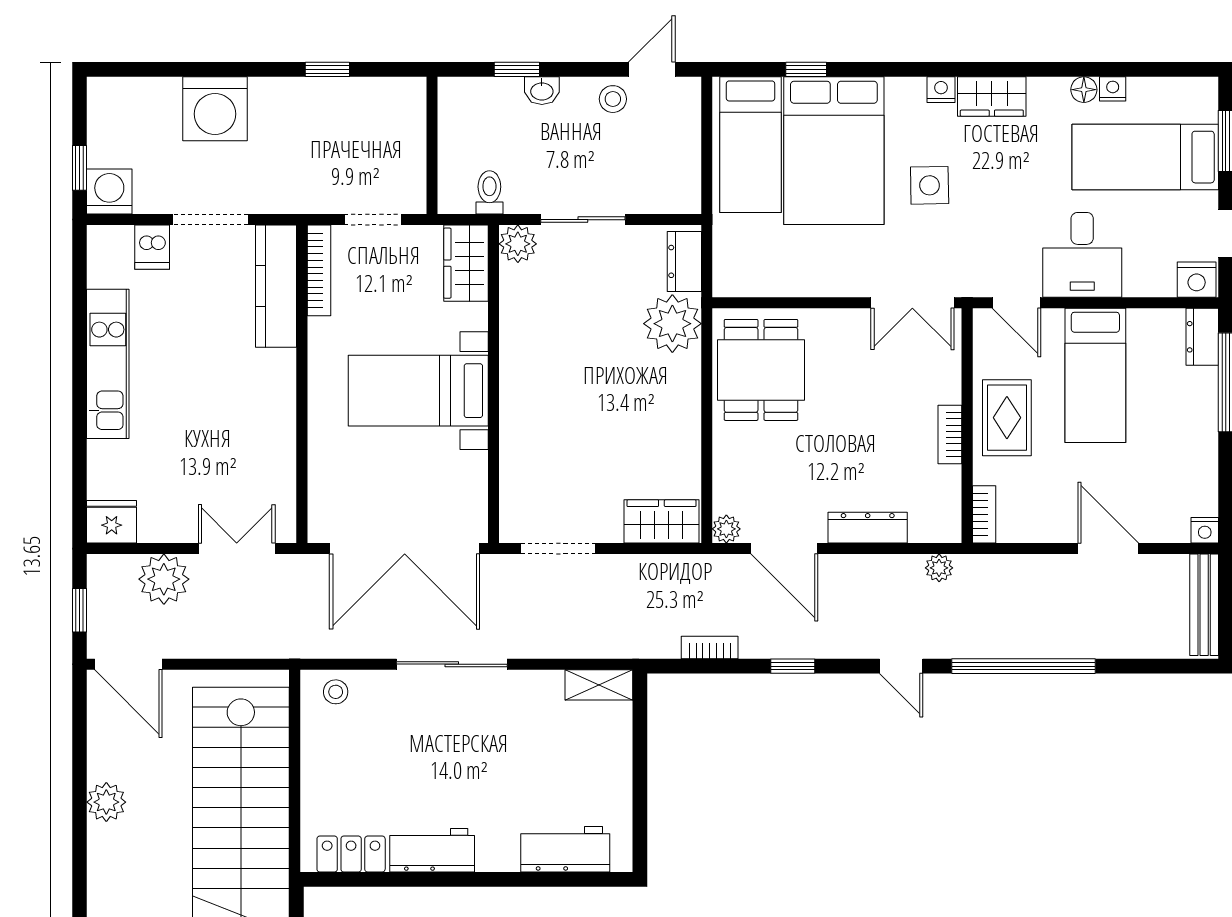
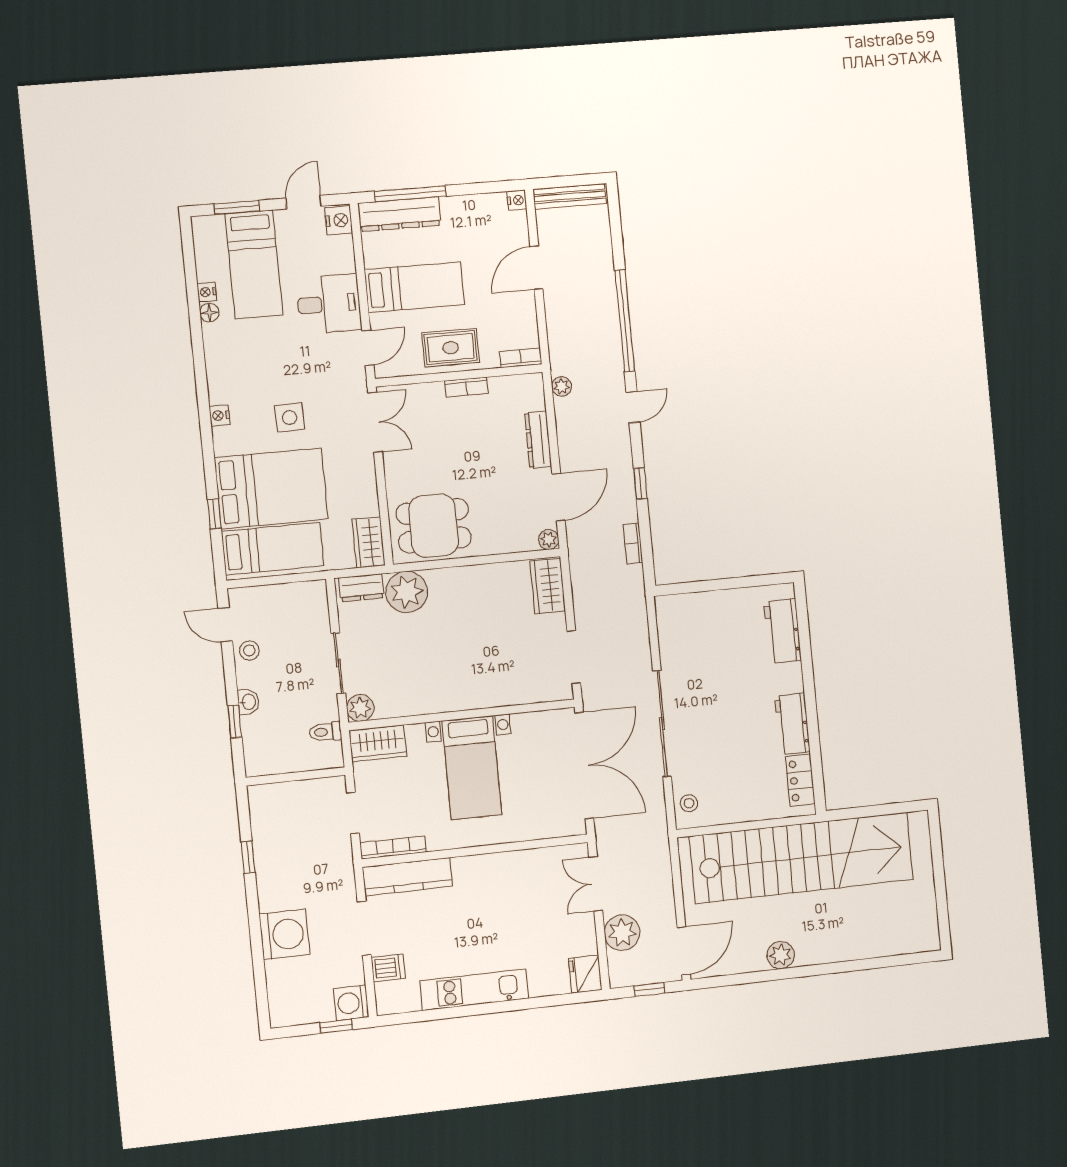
wardrobe: (992, 96) -> (369, 542), moved, turned 180
dresser: (1202, 337) -> (399, 214), width x1.96, depth x1.24
sliding door: (452, 664) -> (662, 724), width x1.36
shelving: (599, 685) -> (667, 619), removed

